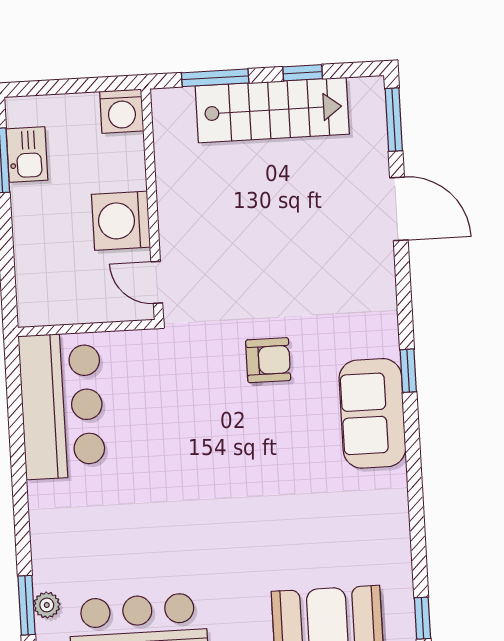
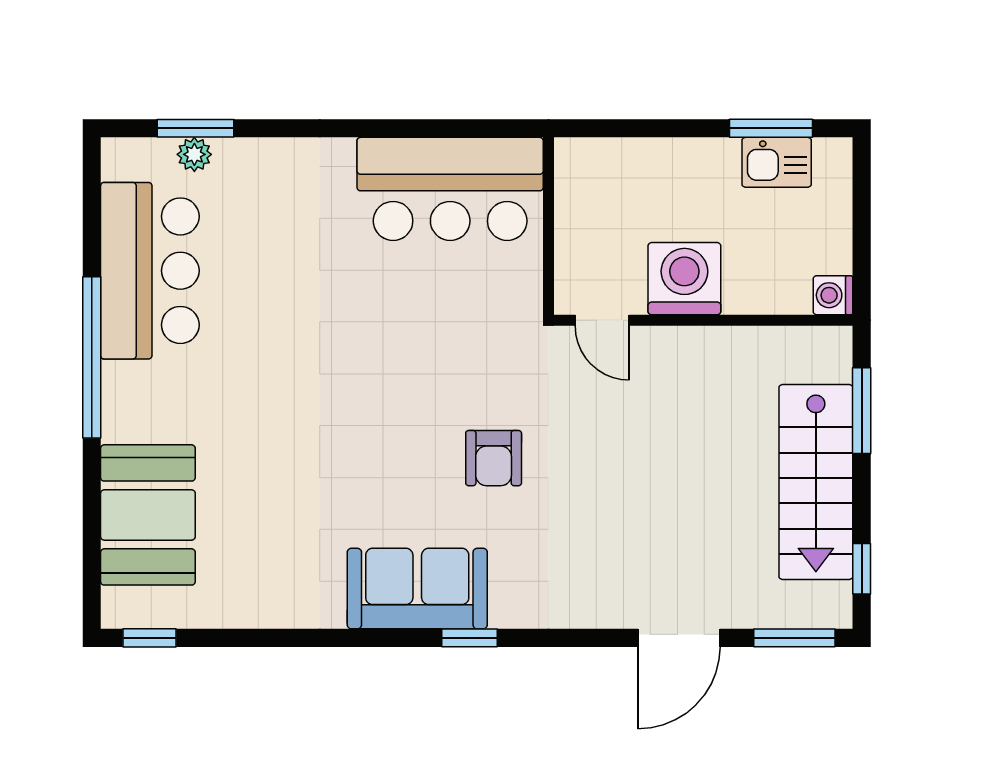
window: (303, 73) -> (862, 569), moved
washing machine: (122, 111) -> (833, 295), width x0.73, depth x0.73
door: (157, 282) -> (602, 320), swing flipped

